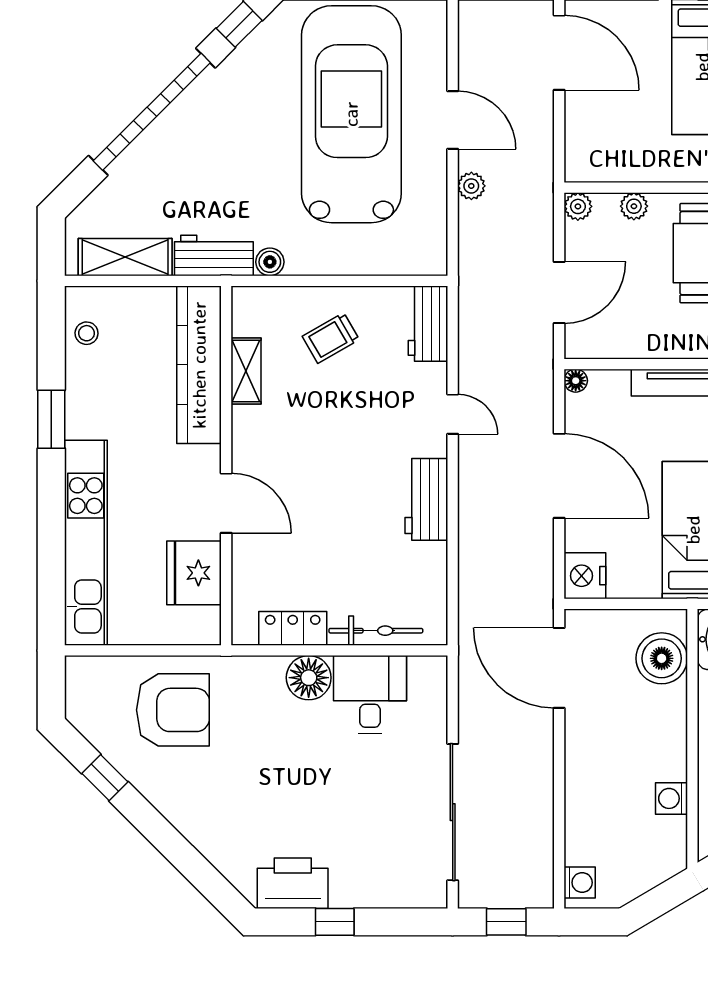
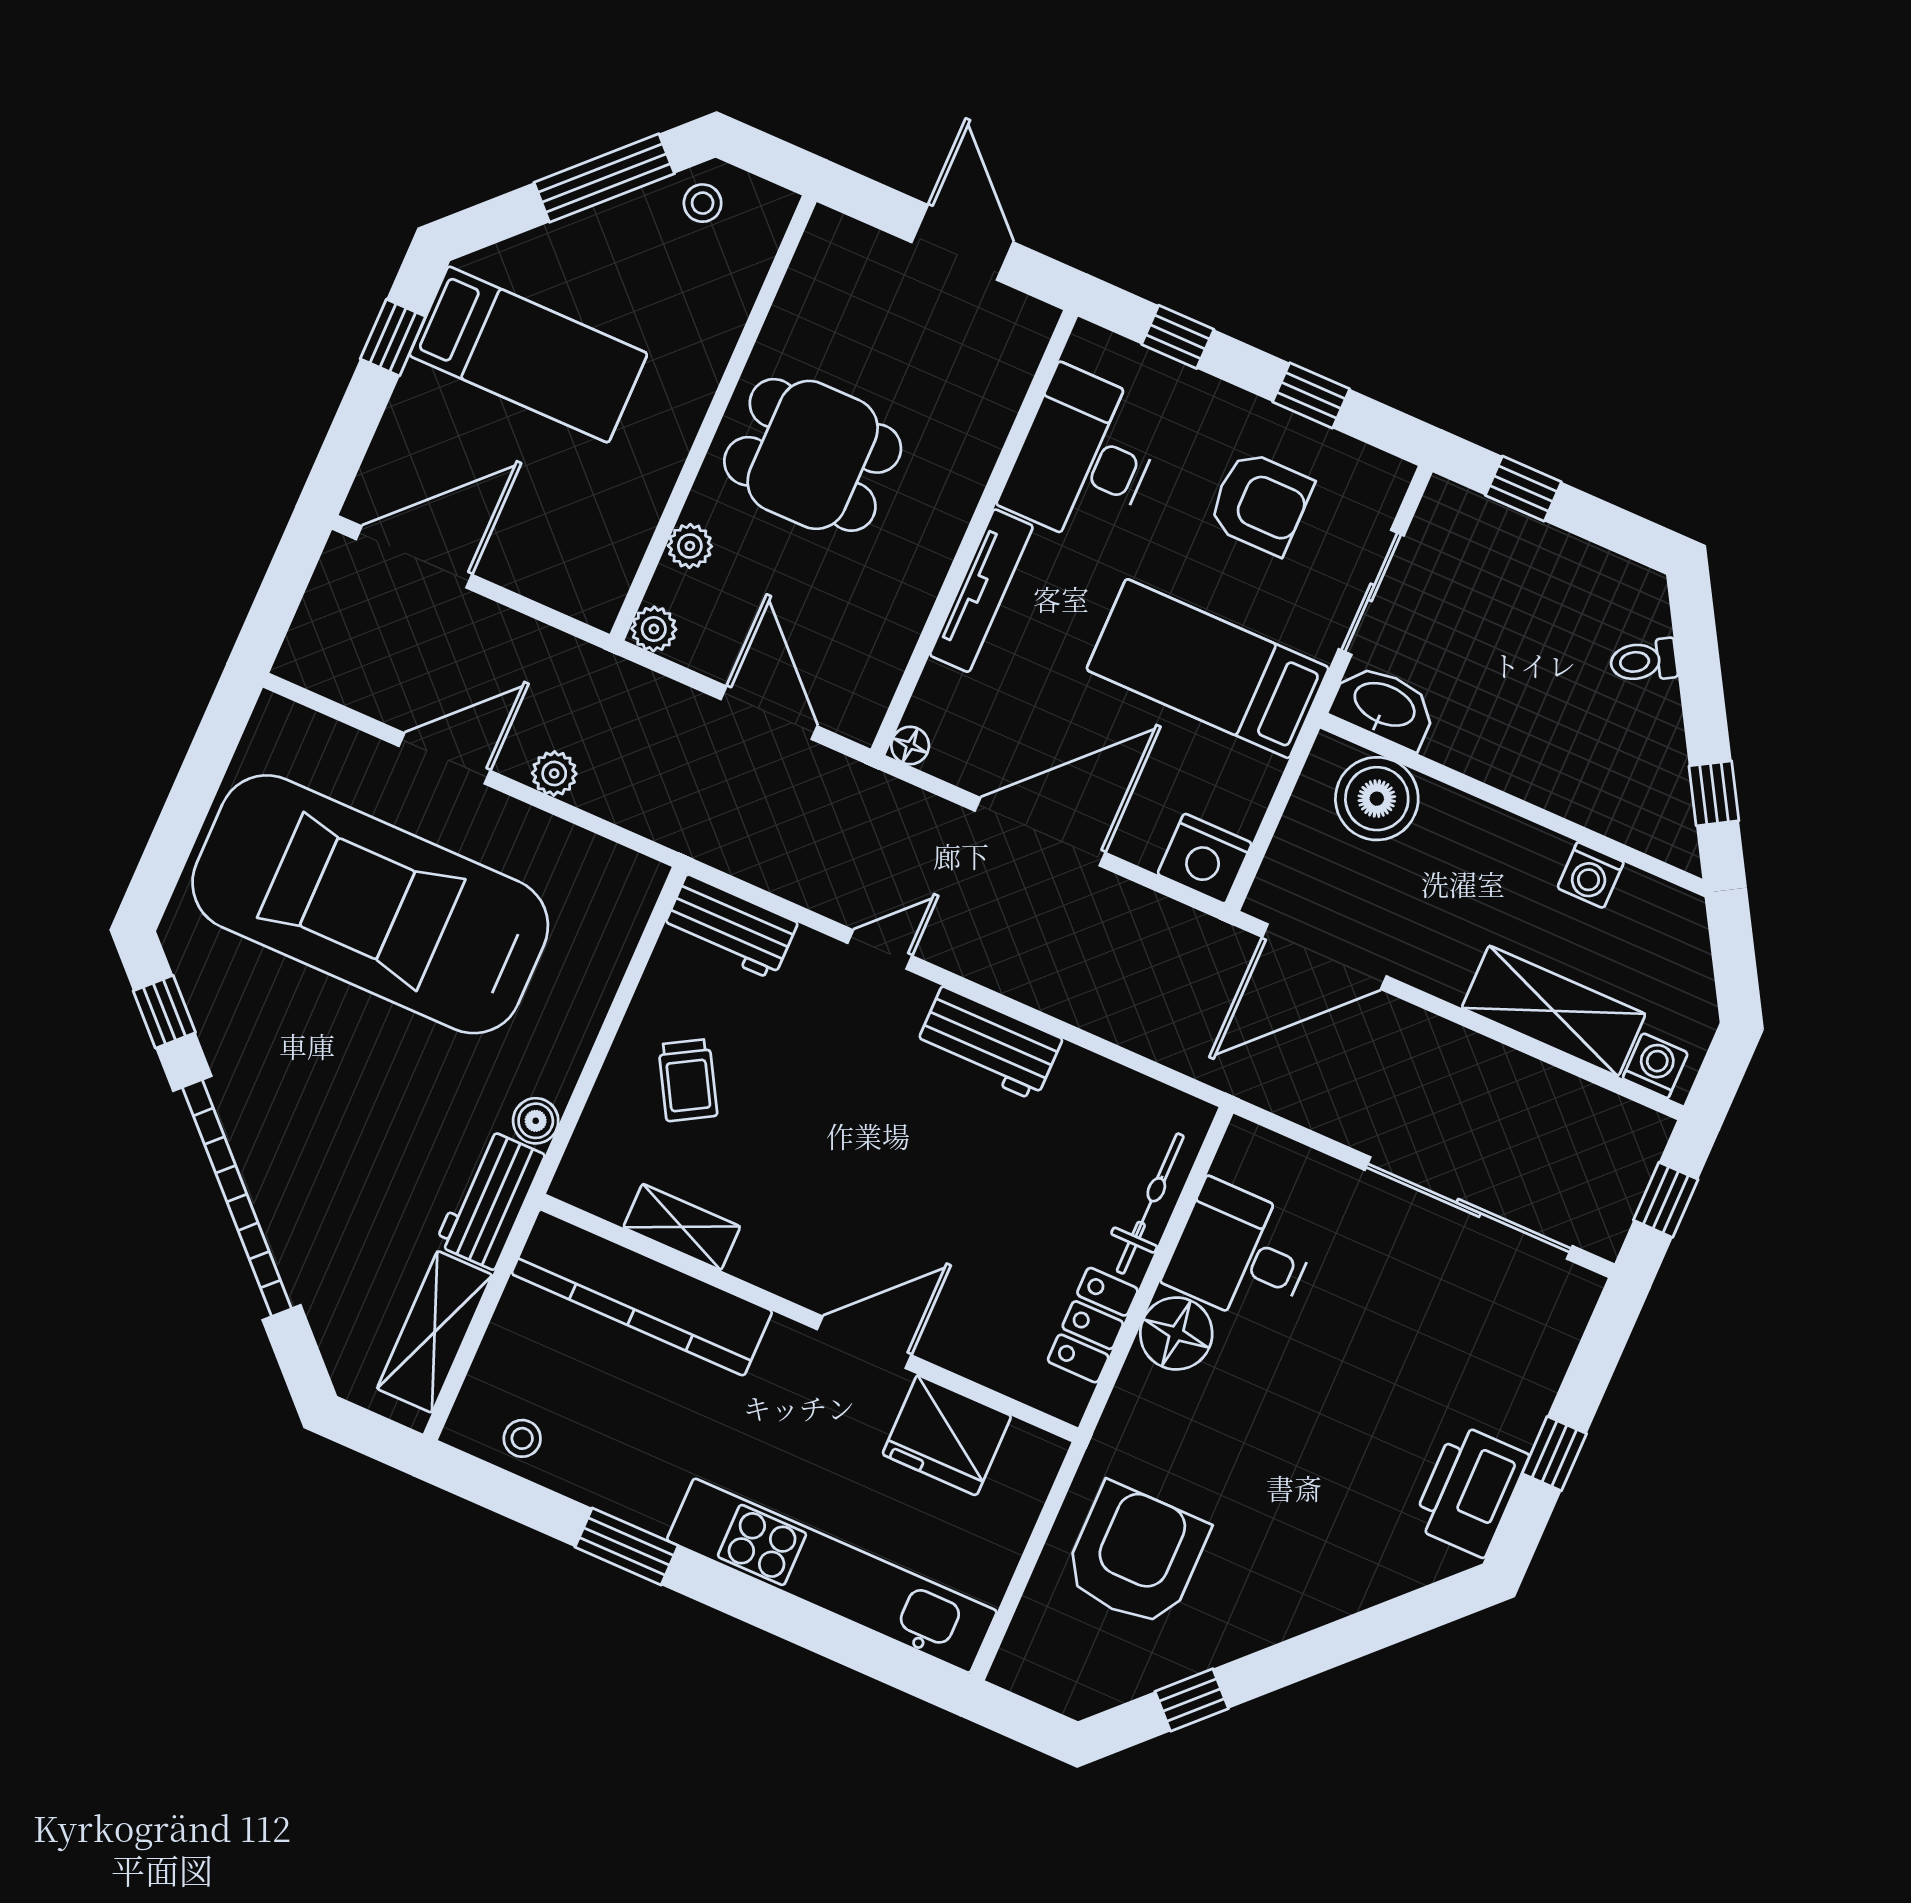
shelving: (585, 811) -> (1554, 1011), added

